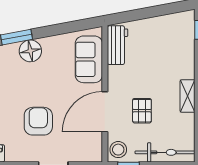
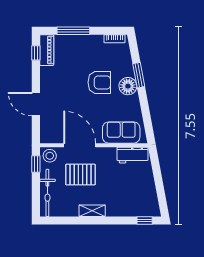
pallet: (142, 111) -> (80, 175), width x1.50, depth x1.42
armchair: (38, 121) -> (99, 82), moved

